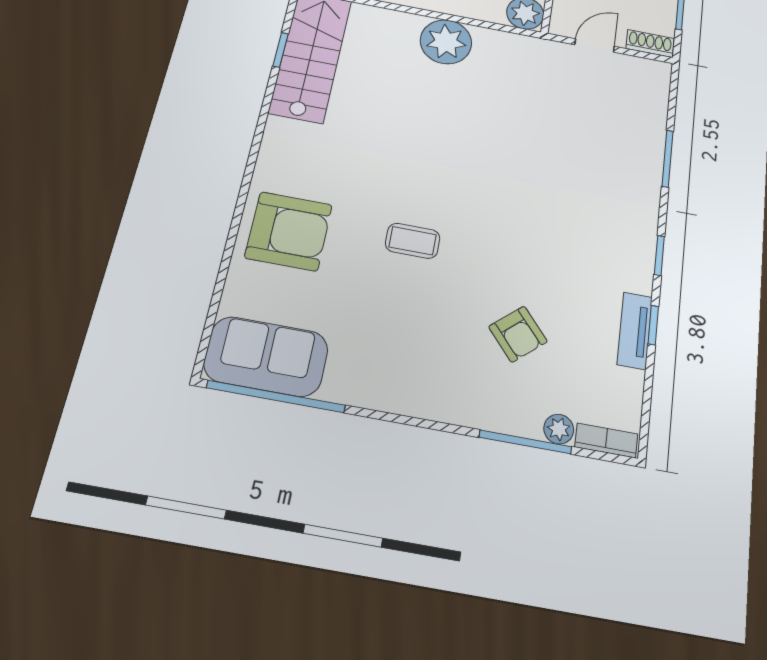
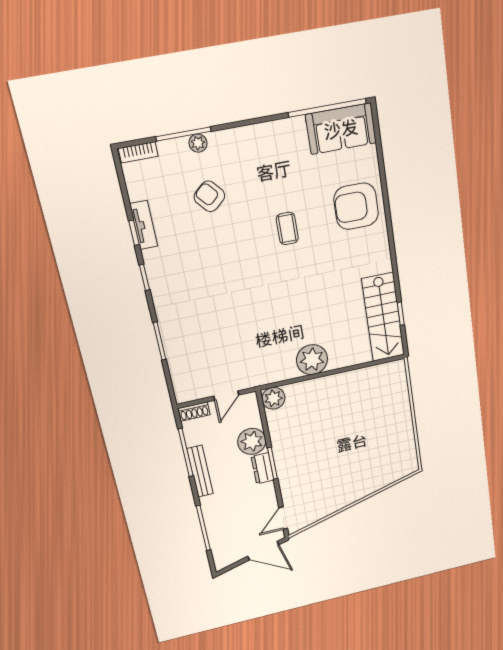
coffee table: (413, 241) -> (287, 229), turned 90
plant: (559, 429) -> (198, 143), moved

